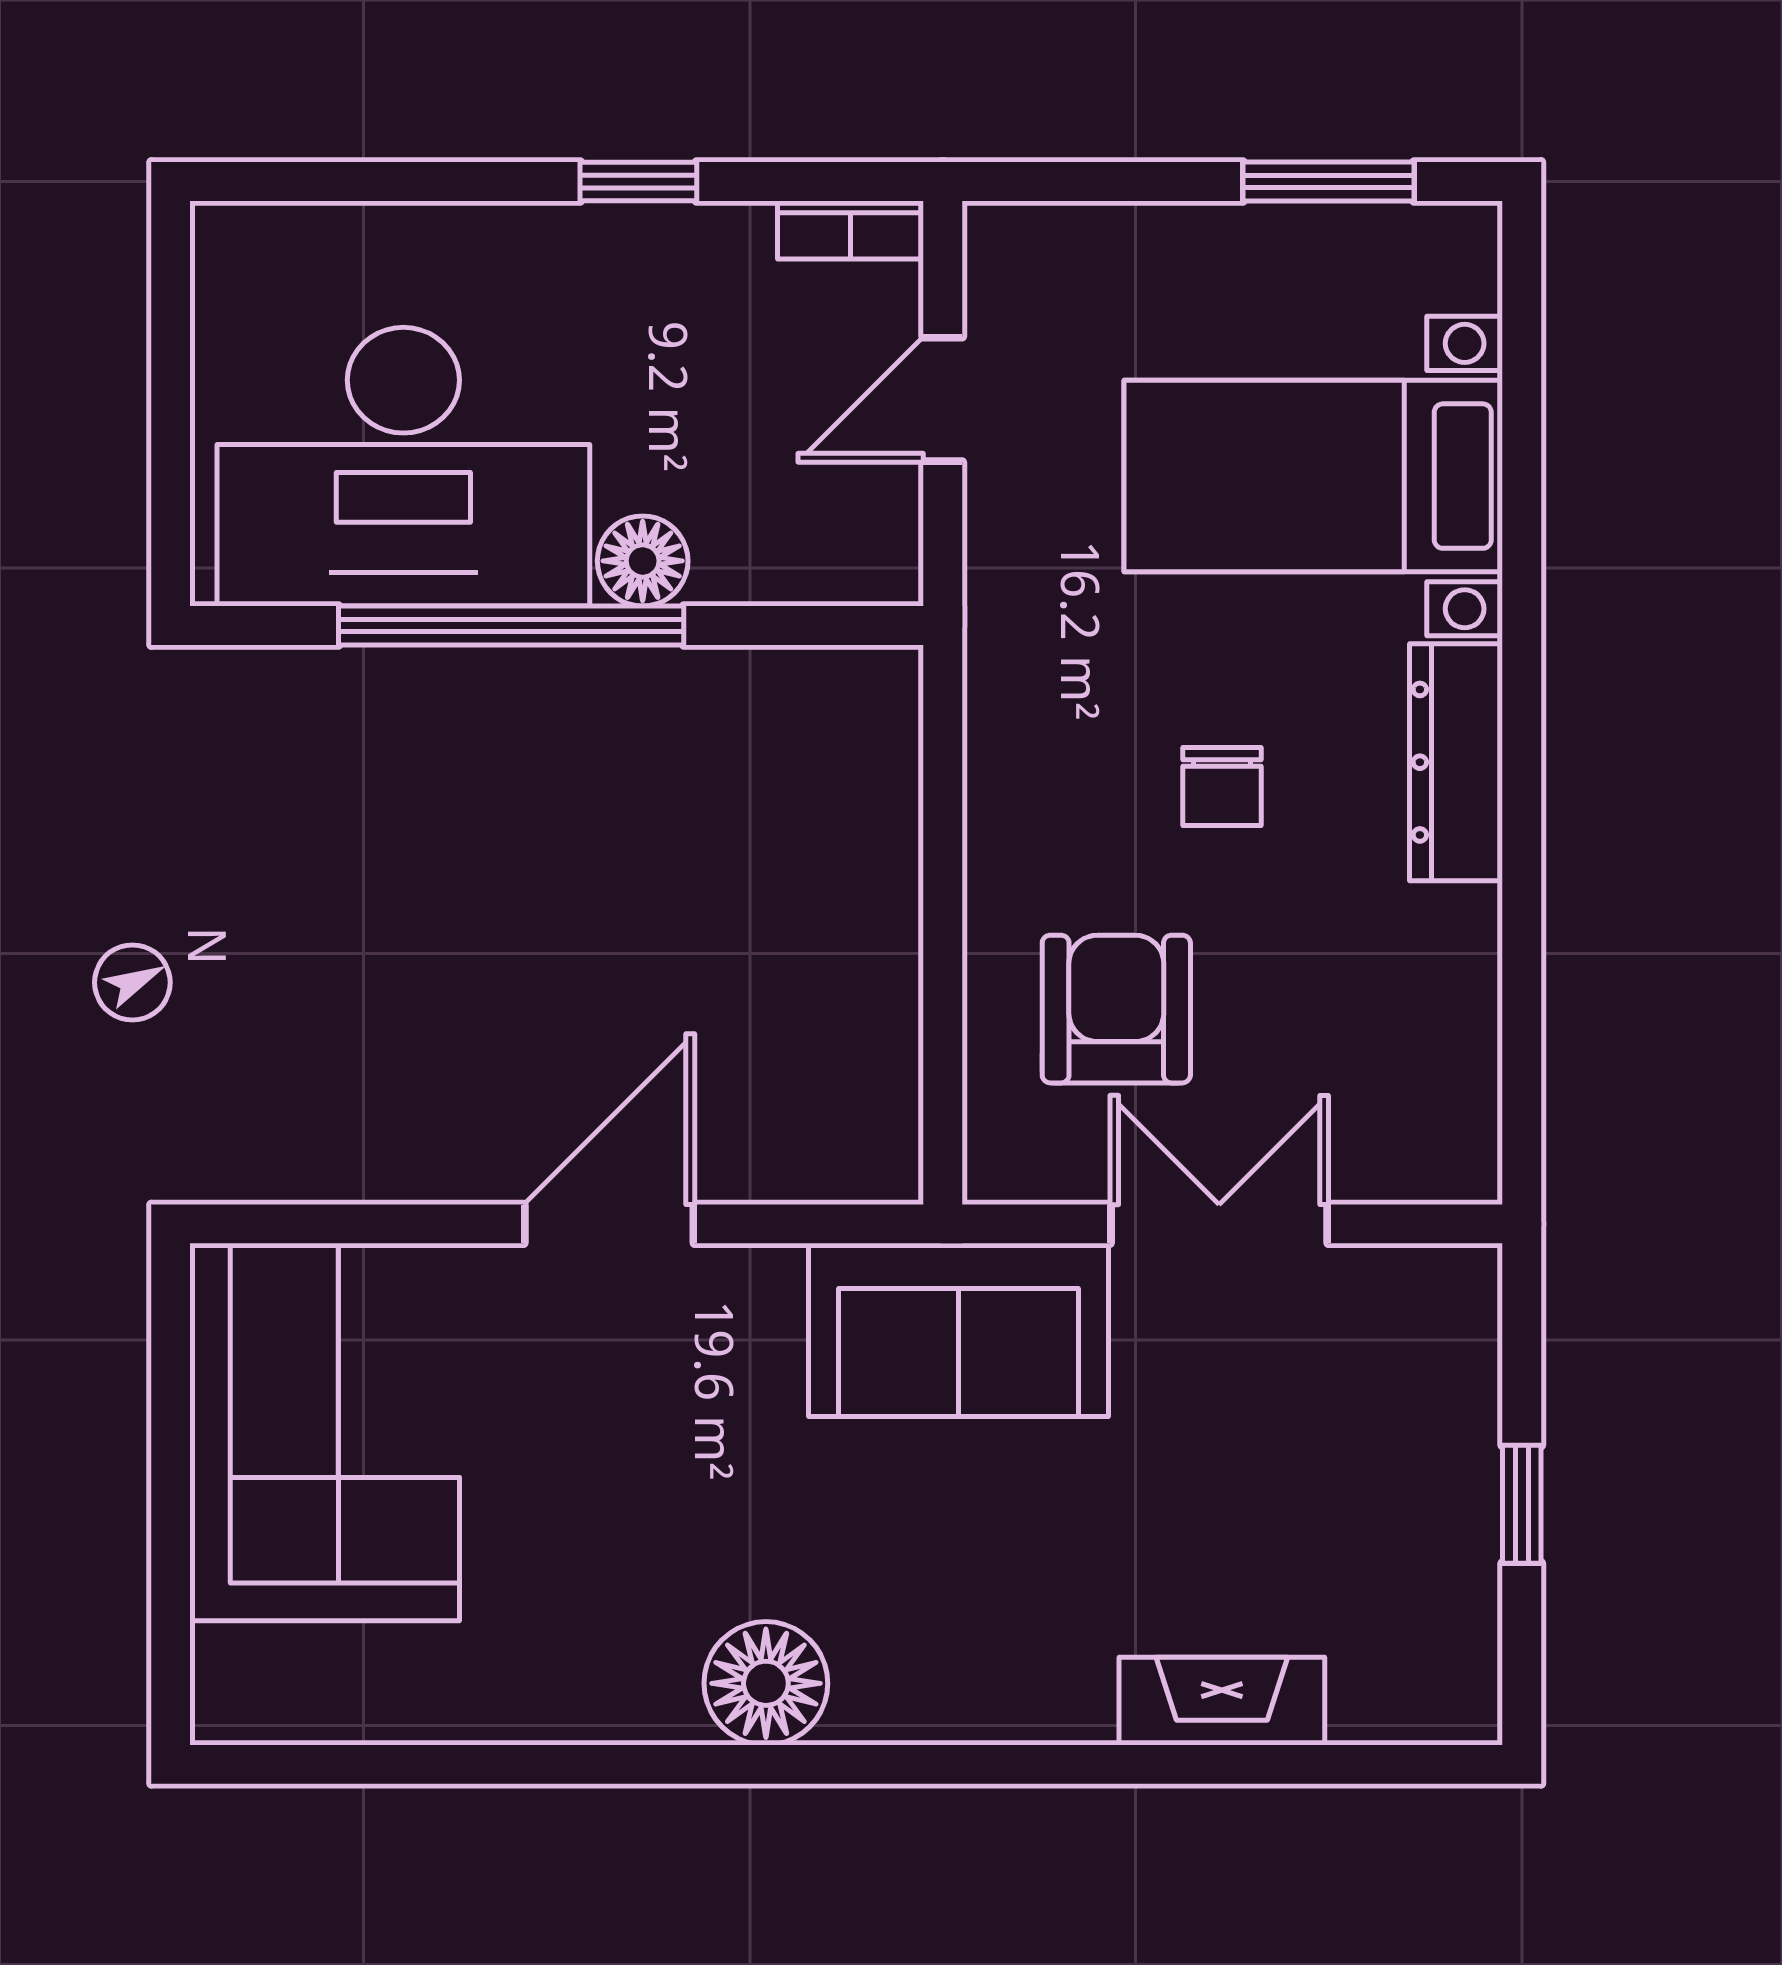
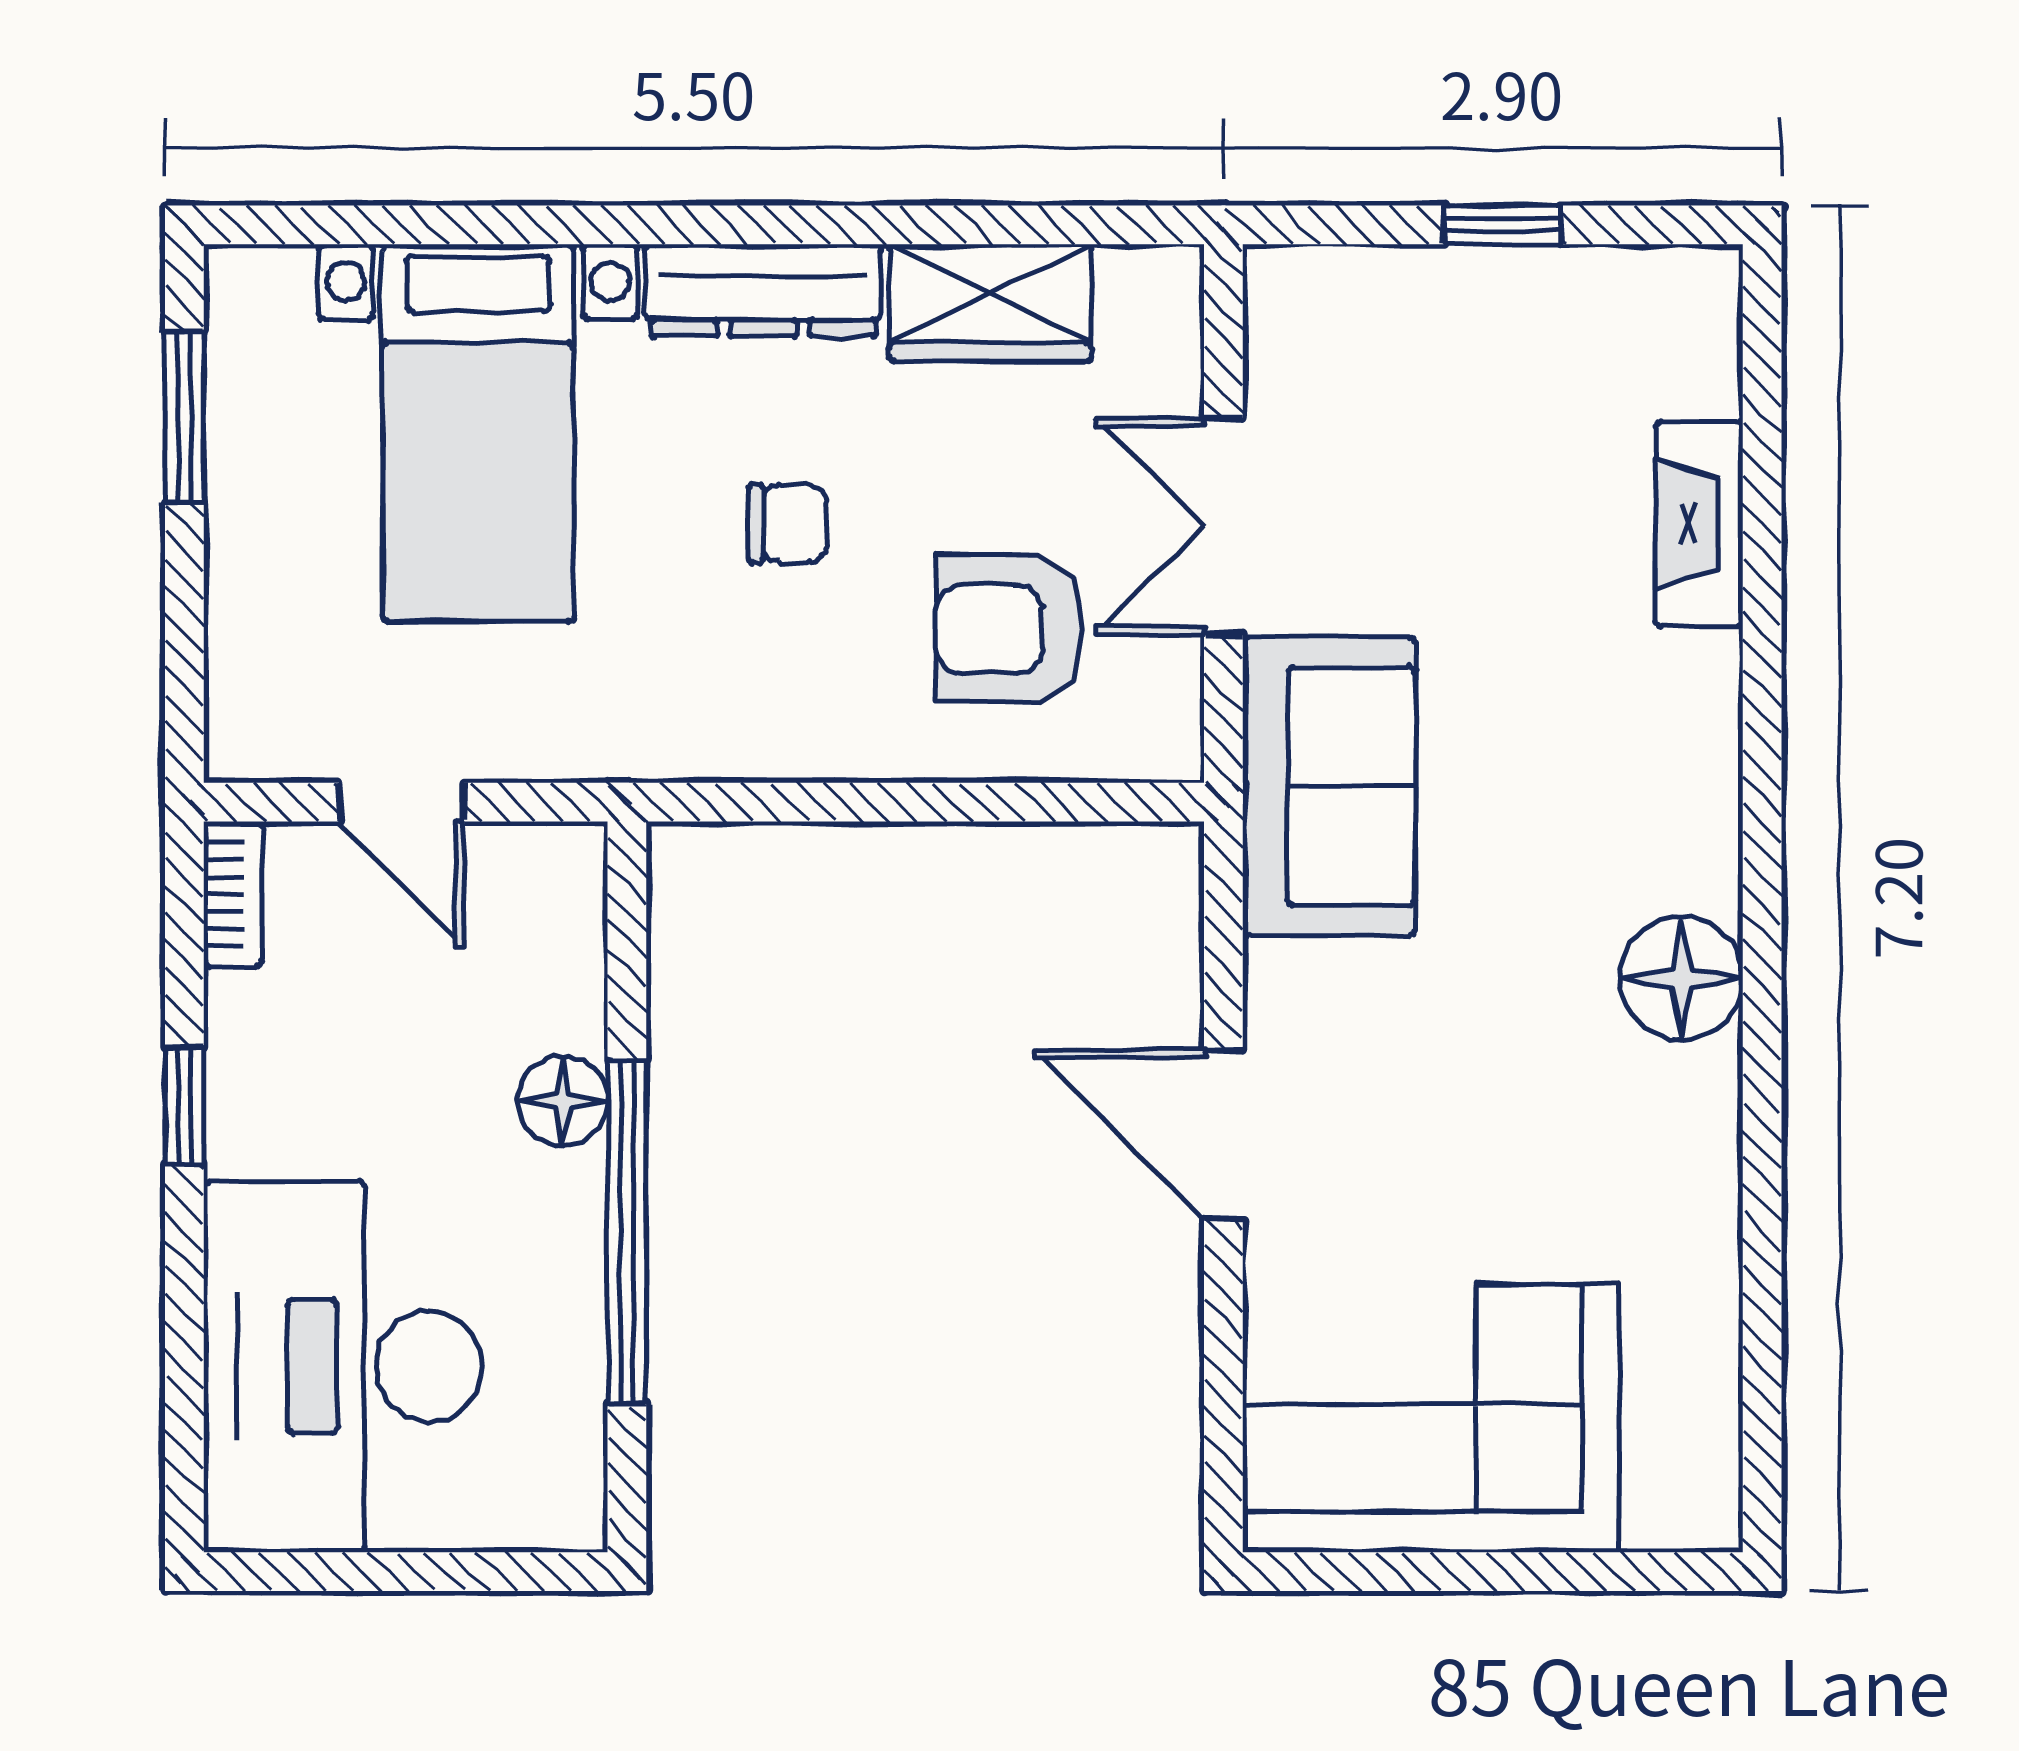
desk: (403, 467) -> (343, 1367), moved, turned 180
wardrobe: (1444, 990) -> (990, 303), added

